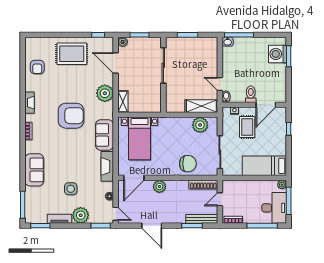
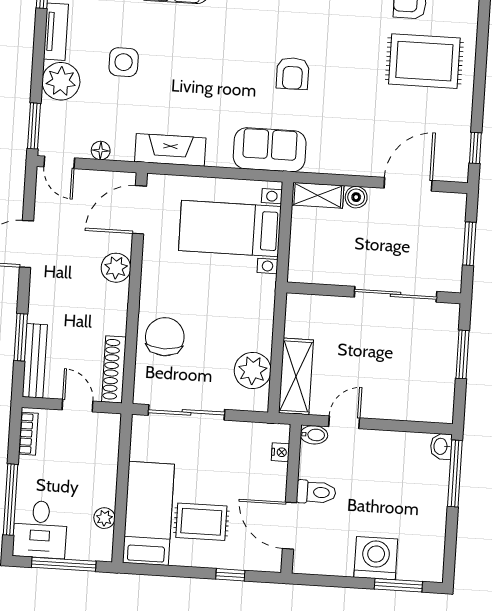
boiler: (123, 42) -> (356, 197), moved
rug: (72, 54) -> (424, 61), moved, turned 90
washing machine: (278, 54) -> (376, 558), moved
plant: (105, 93) -> (340, 155), removed
armchair: (71, 116) -> (293, 73), width x0.53, depth x0.53
rug: (247, 127) -> (201, 522), moved
sofa: (105, 135) -> (270, 150), moved
chair: (188, 164) -> (165, 337), turned 180
door: (134, 178) -> (139, 210), hinge flipped
plant: (282, 185) -> (104, 518), moved
desk: (274, 208) -> (40, 529), width x0.73
door: (116, 214) -> (59, 162), hinge flipped

